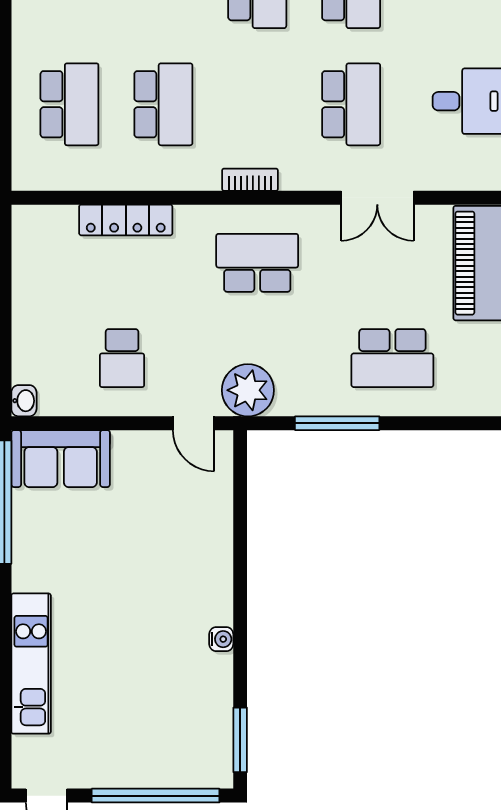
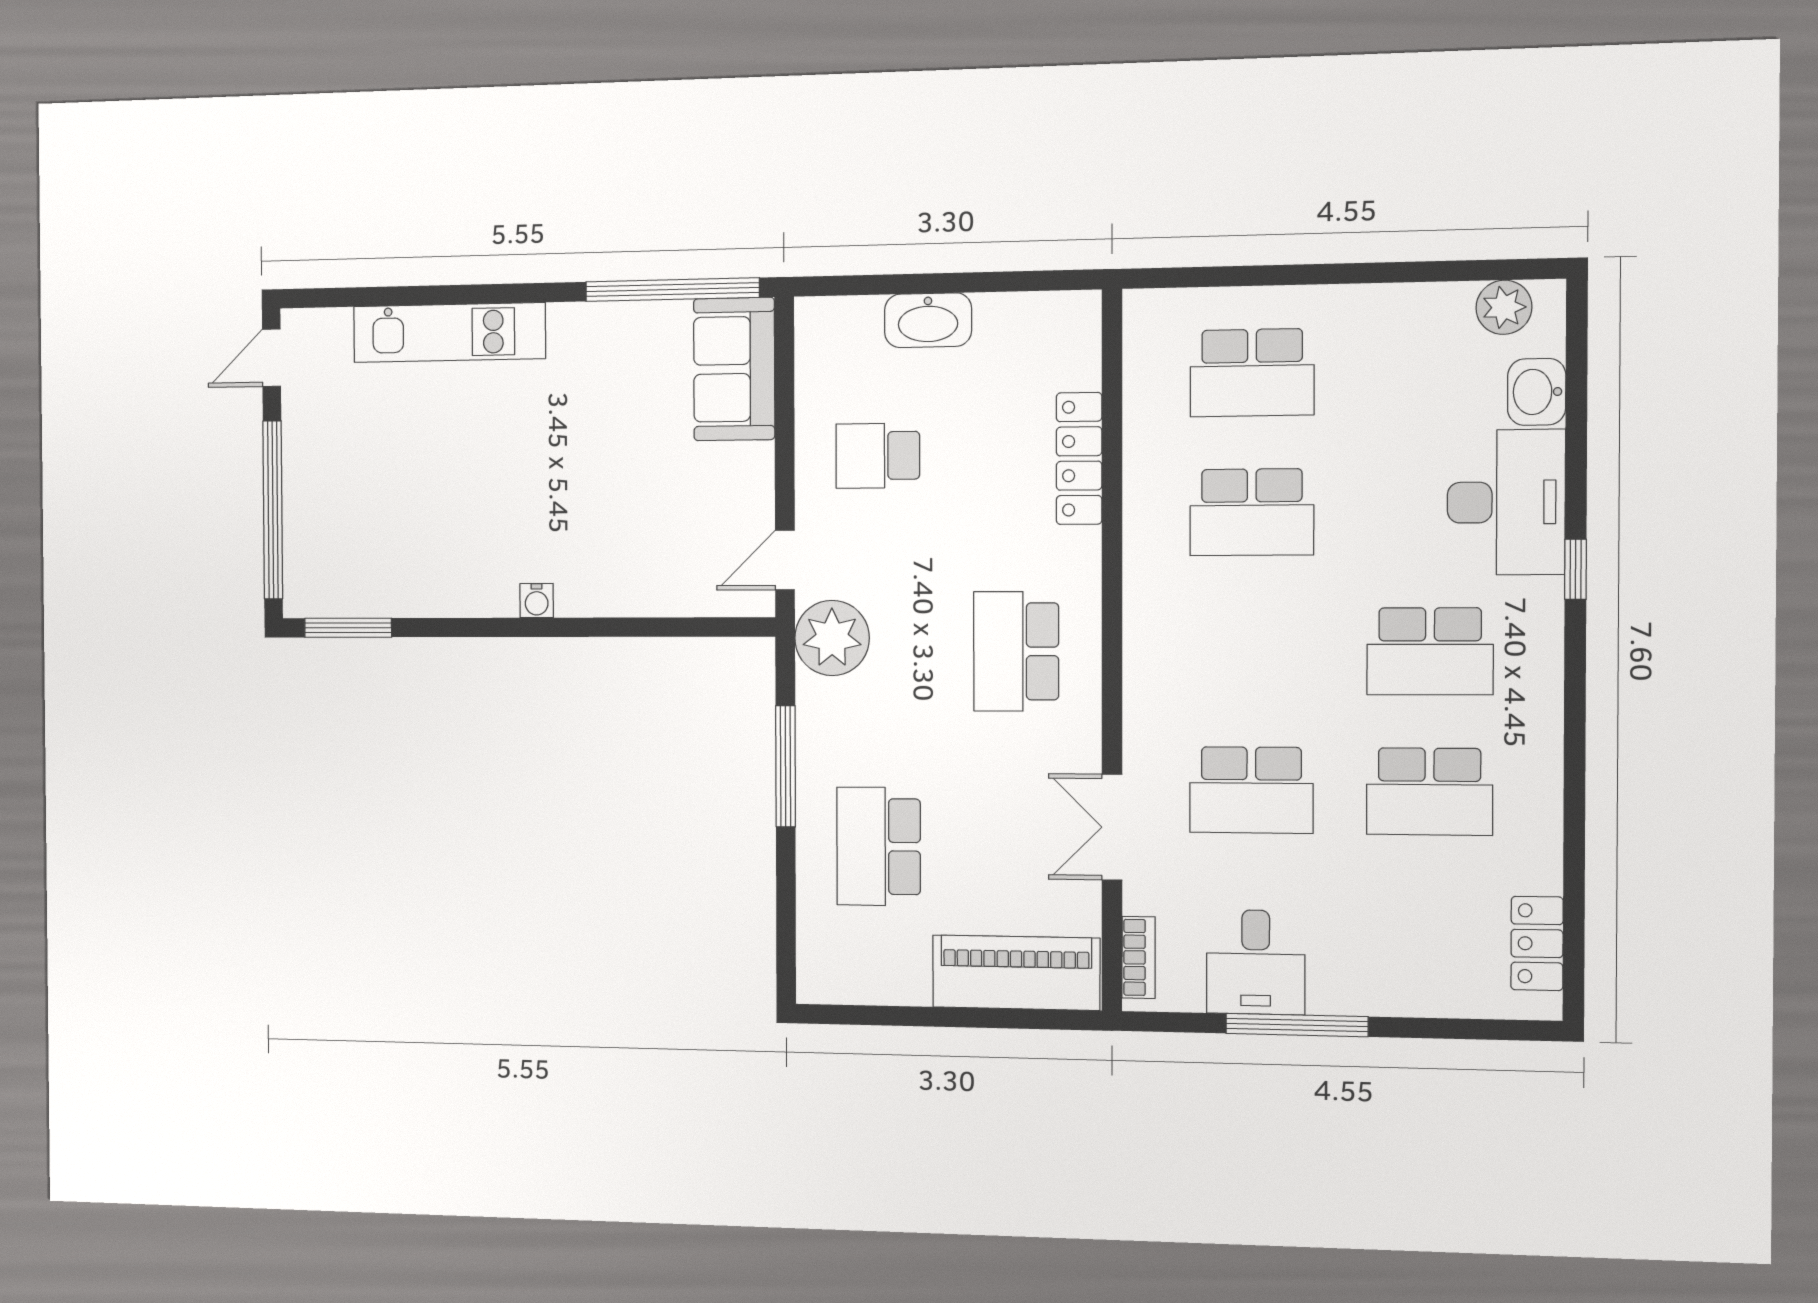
bookcase: (250, 180) -> (1139, 957), moved
school desk: (257, 263) -> (1016, 651), turned 180
washbasin: (24, 401) -> (928, 320), moved, width x1.91, depth x1.45
water cooler: (221, 639) -> (537, 601), moved

